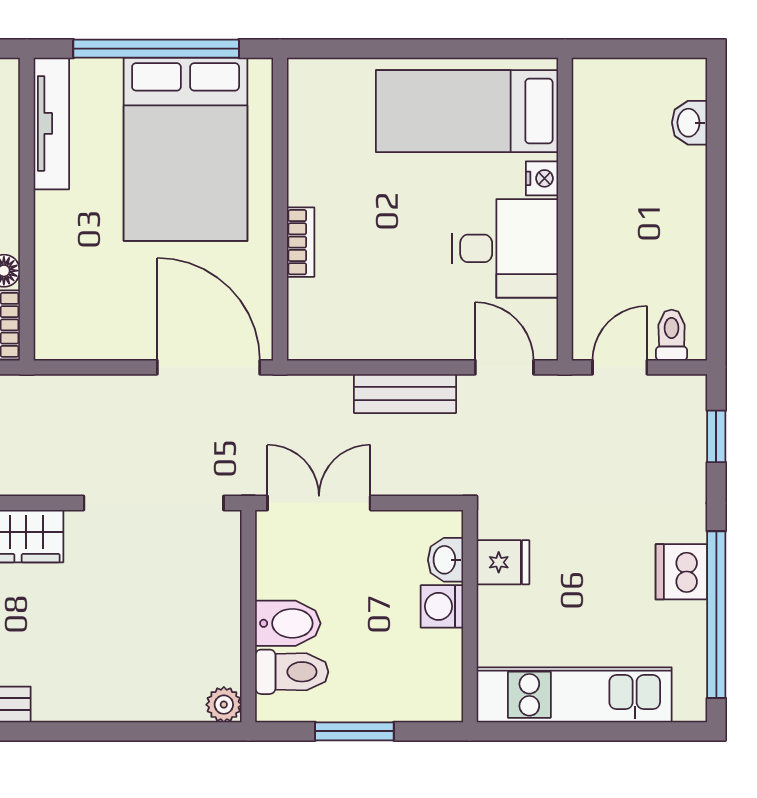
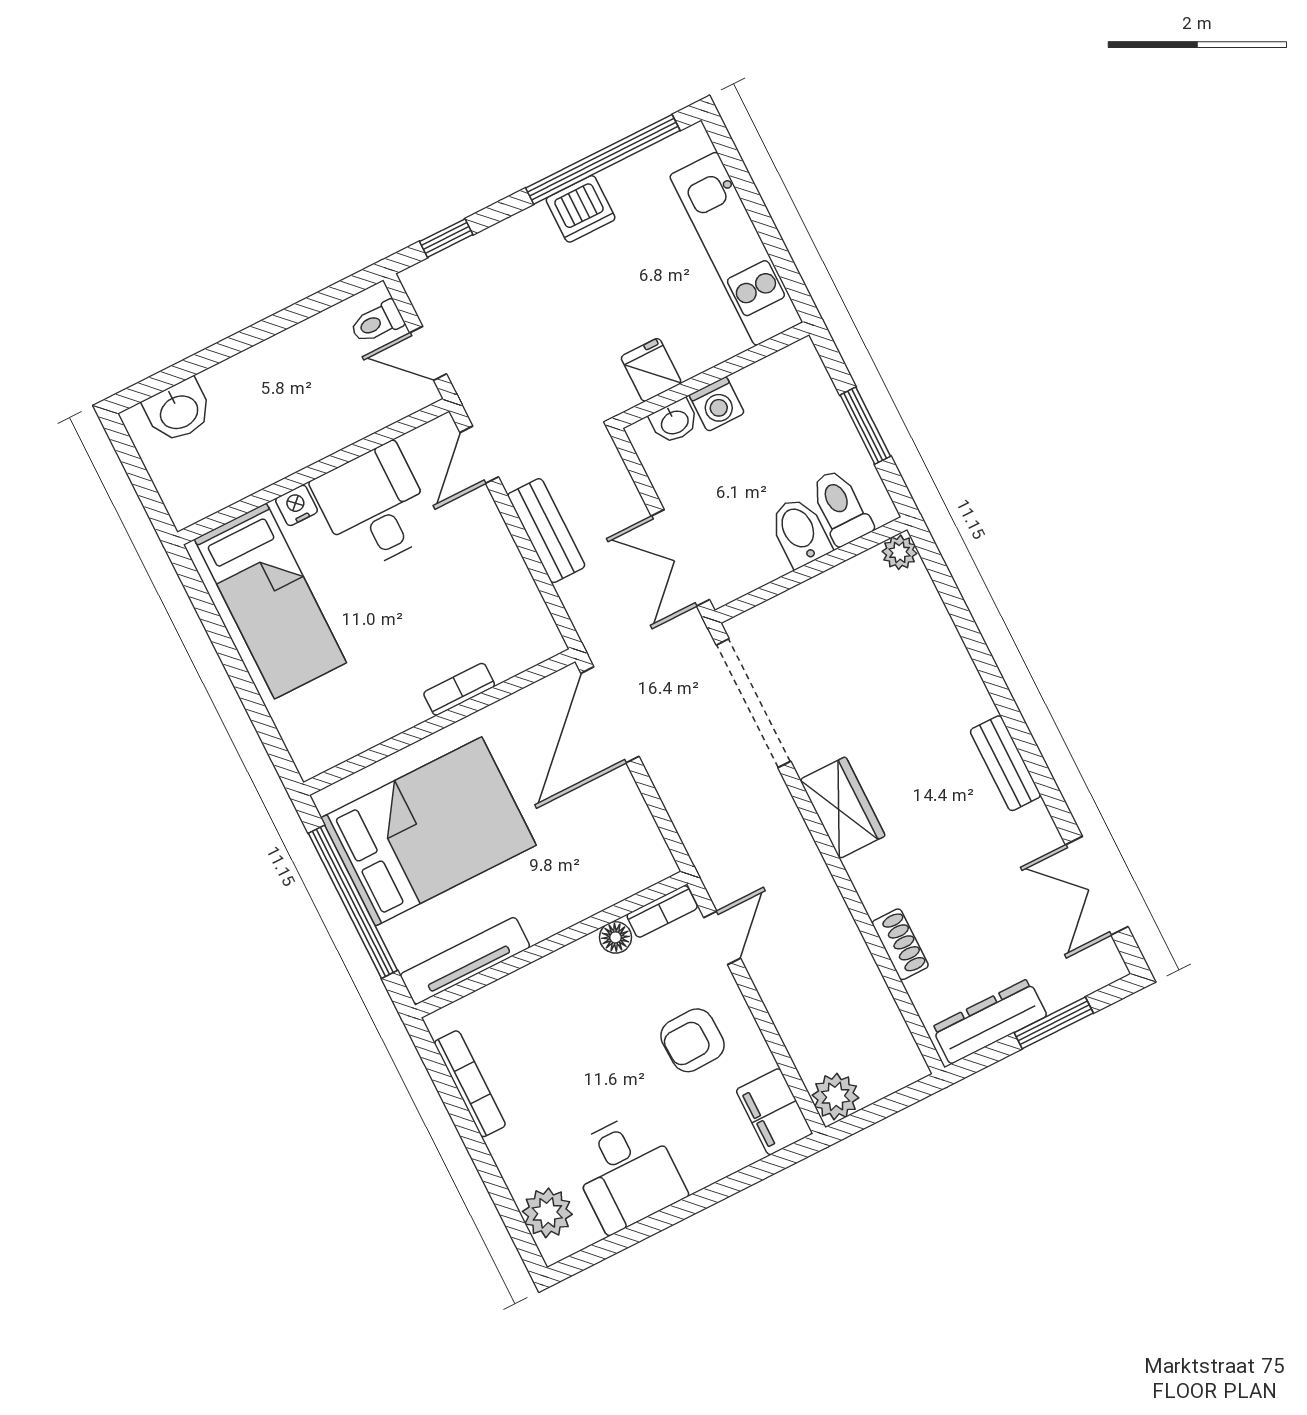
washbasin: (690, 123) -> (178, 411), width x1.38, depth x1.45

